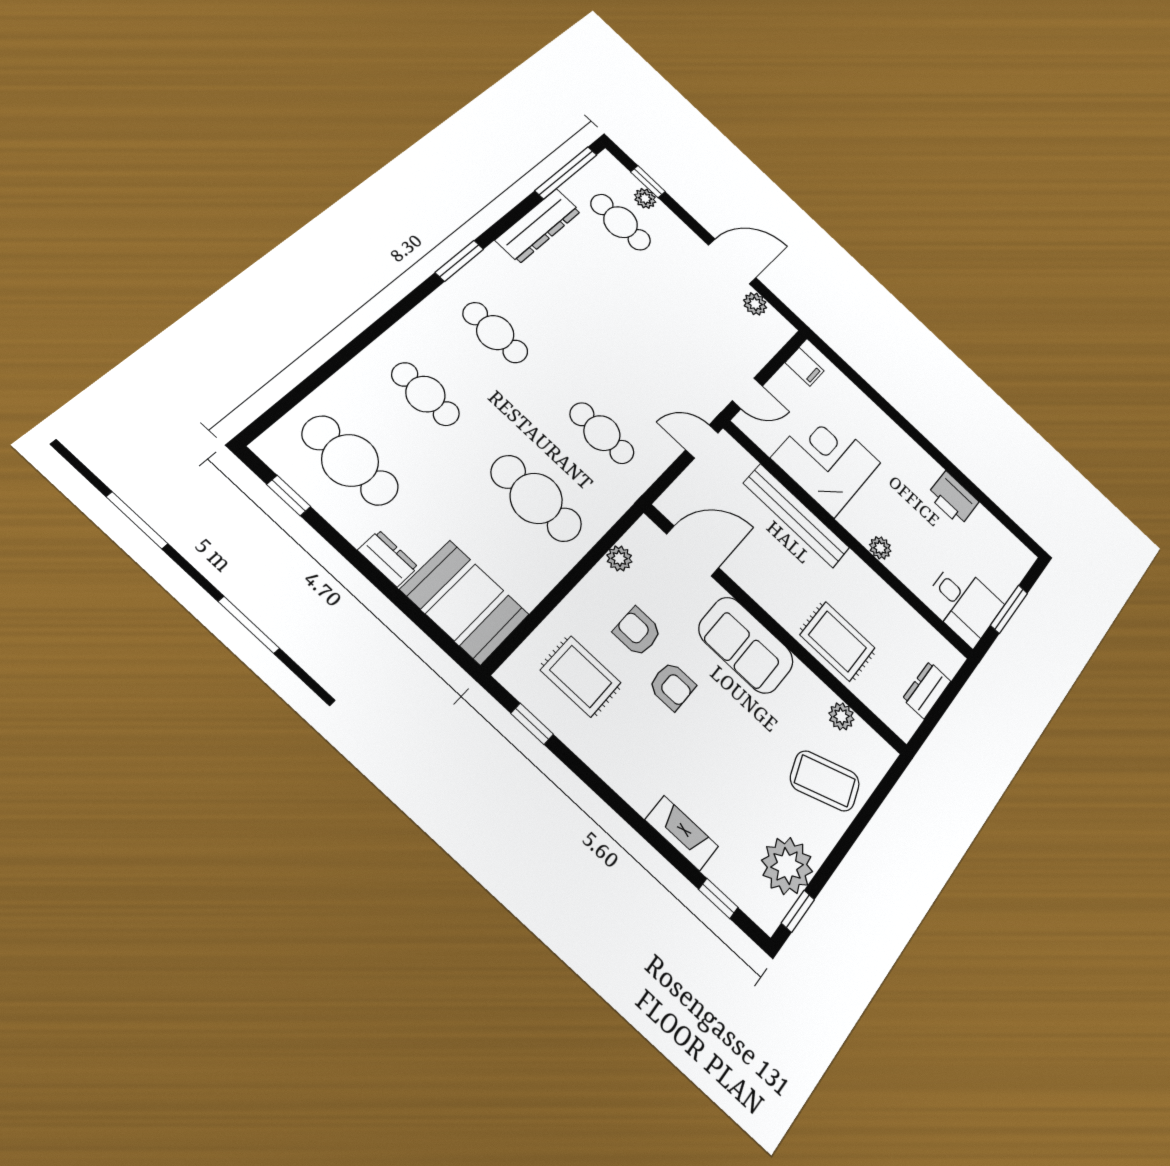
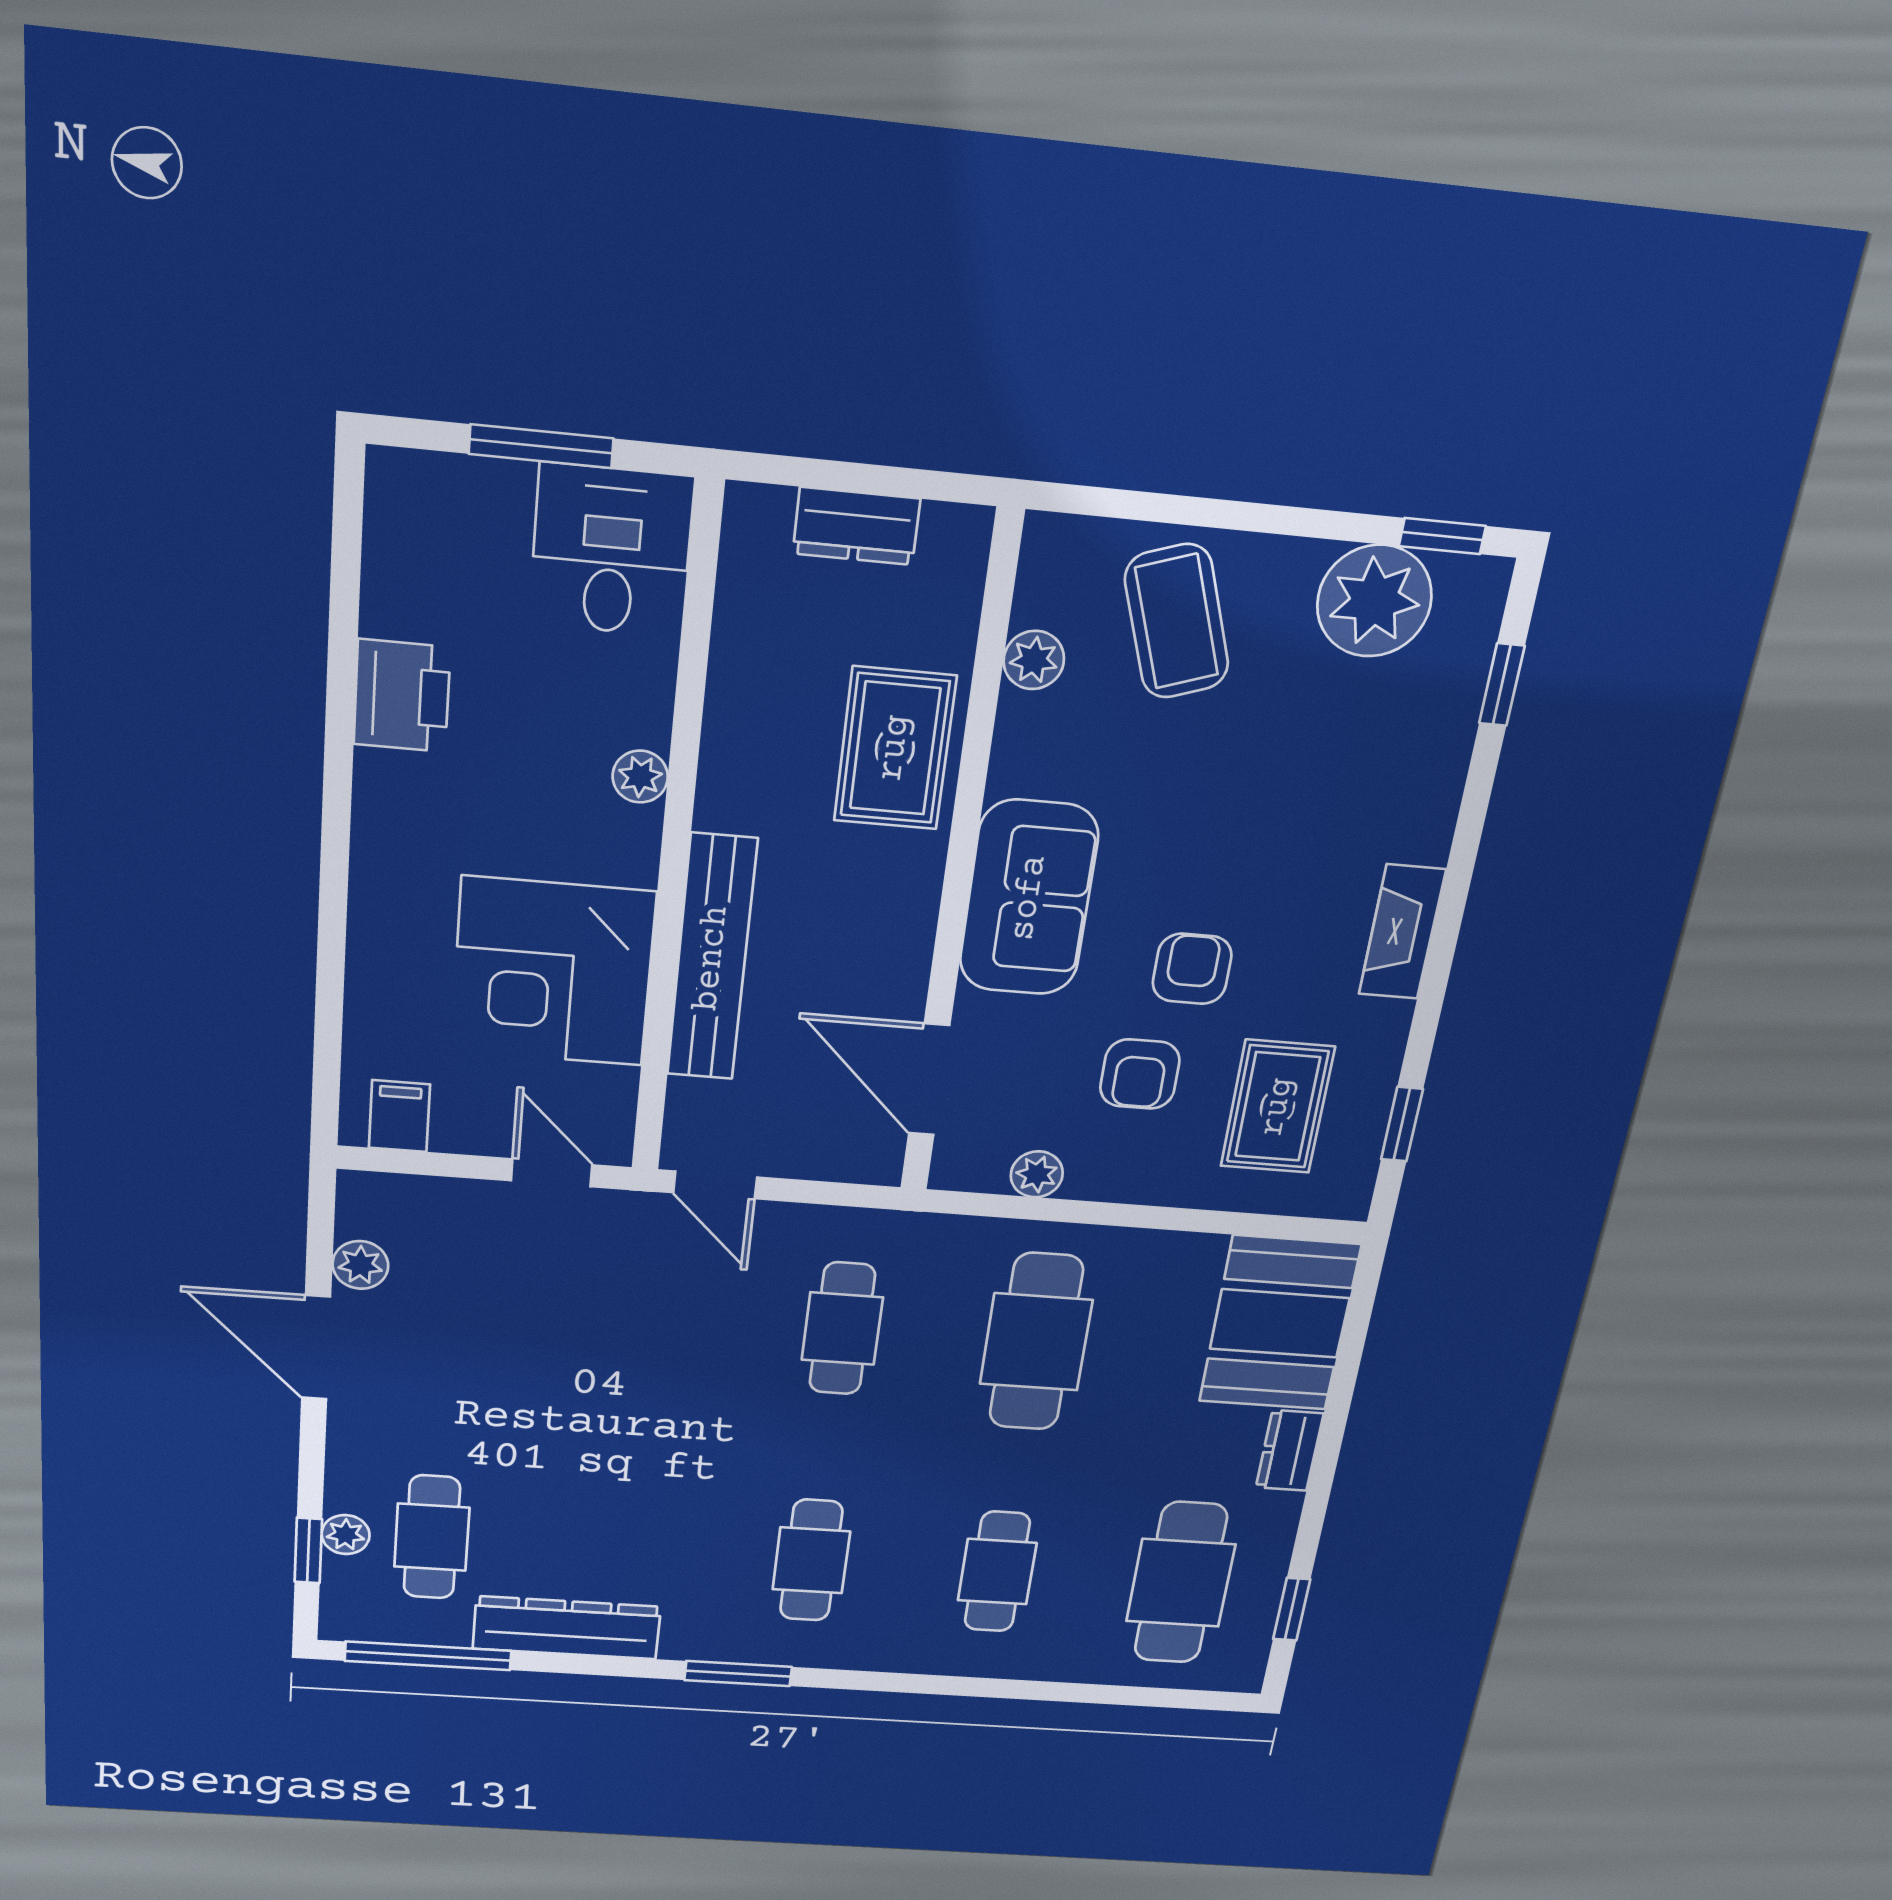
fireplace: (682, 833) -> (1402, 932), moved

